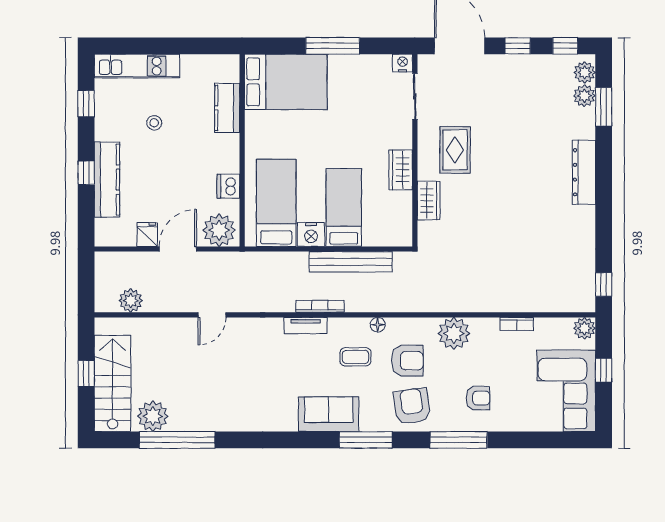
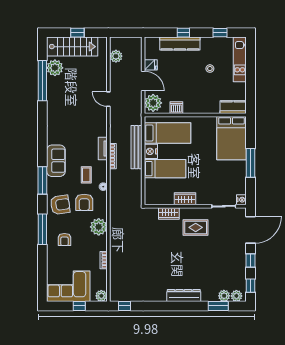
kitchen counter: (227, 108) -> (233, 107), moved
bench: (351, 262) -> (136, 147), moved

